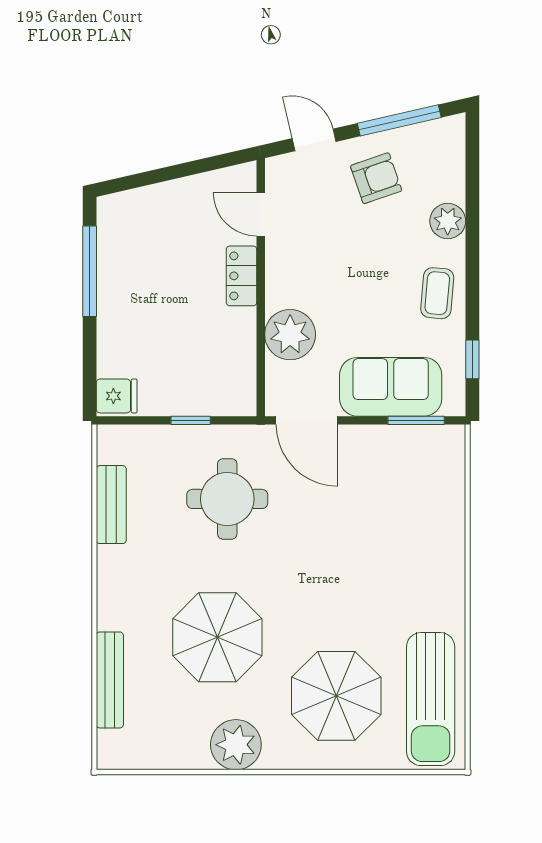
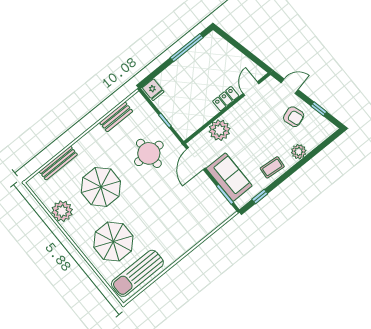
window: (399, 120) -> (319, 109), width x0.46
door: (314, 140) -> (290, 86), hinge flipped
plant: (236, 745) -> (62, 211), moved

